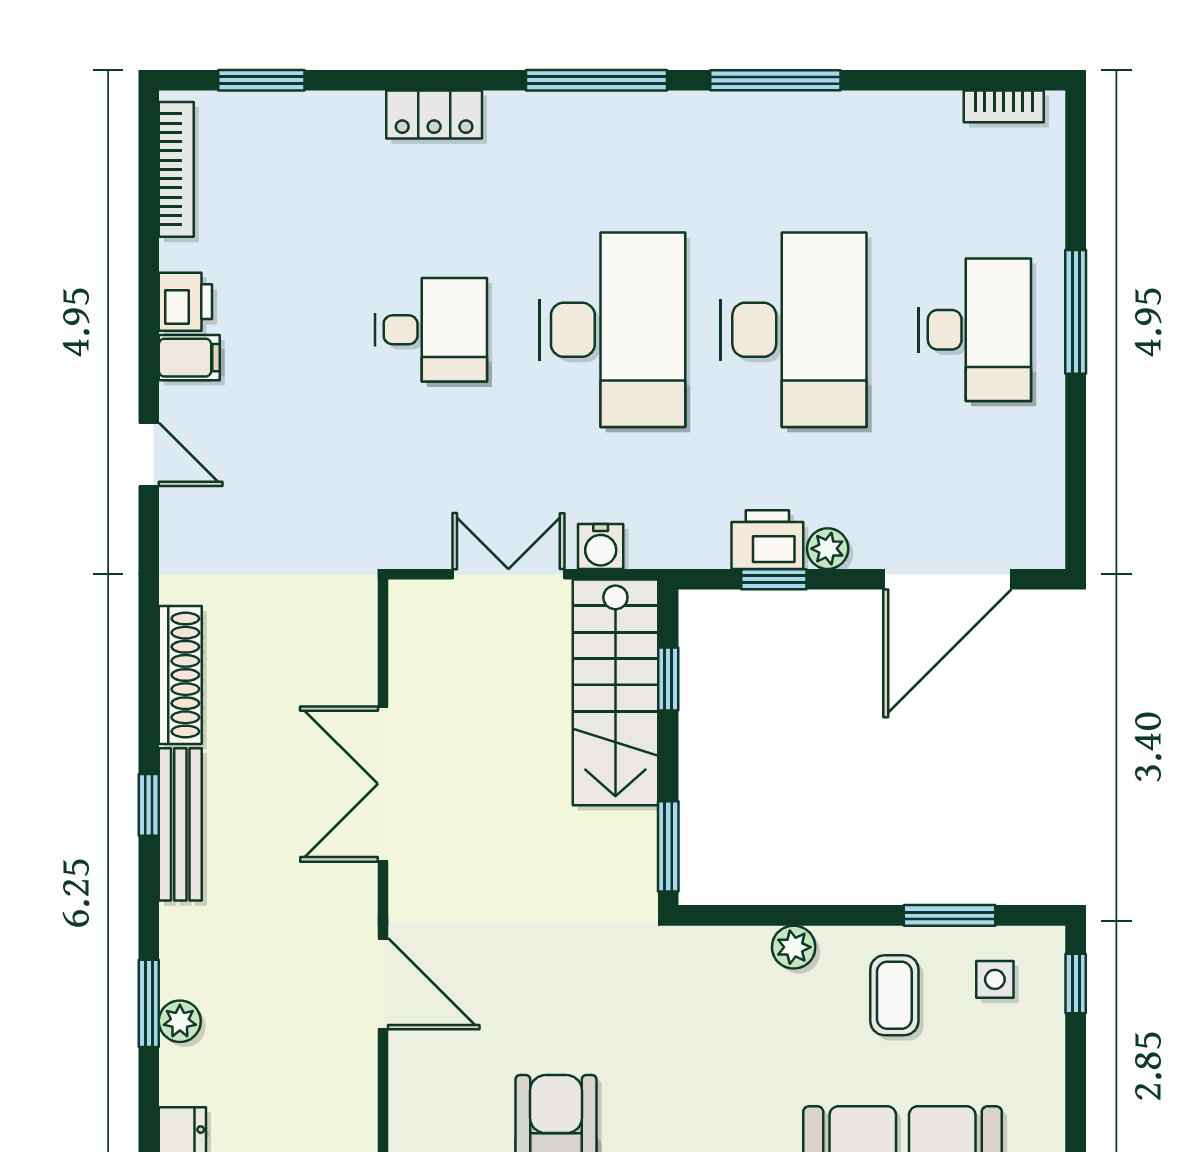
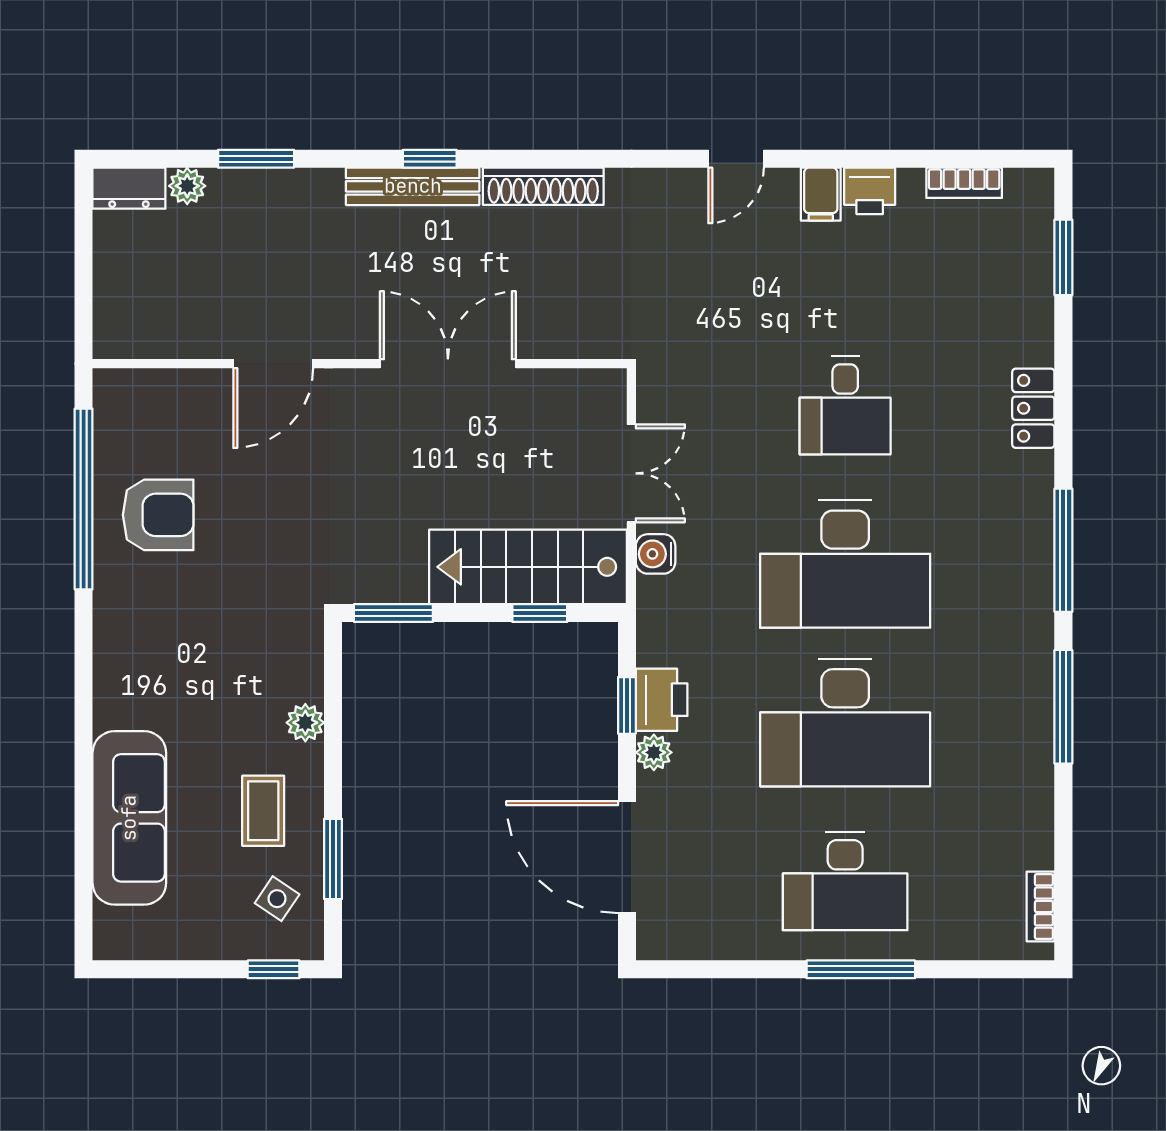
bookcase: (176, 169) -> (964, 183), width x0.64
side table: (995, 979) -> (277, 899), turned 34
coffee table: (894, 995) -> (263, 811), turned 90
plant: (180, 1021) -> (187, 186), moved

